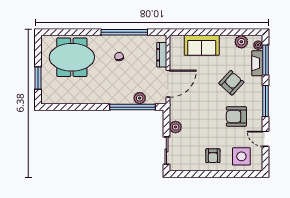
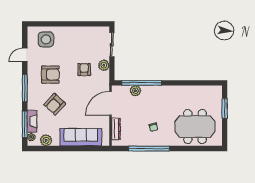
sofa: (202, 45) -> (81, 137), width x1.36
door: (266, 139) -> (25, 55), swing flipped
armchair: (213, 156) -> (84, 70), moved

